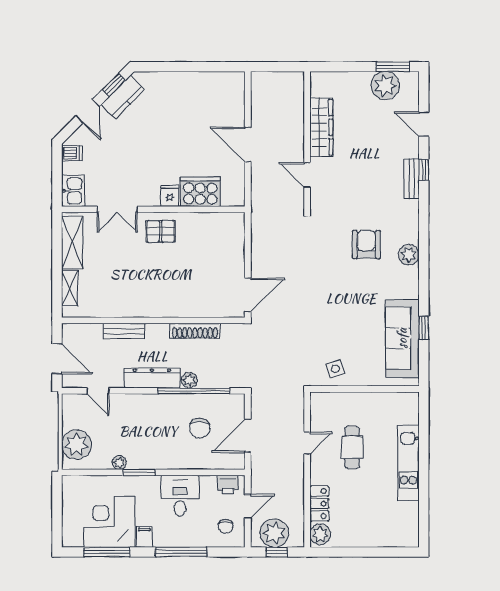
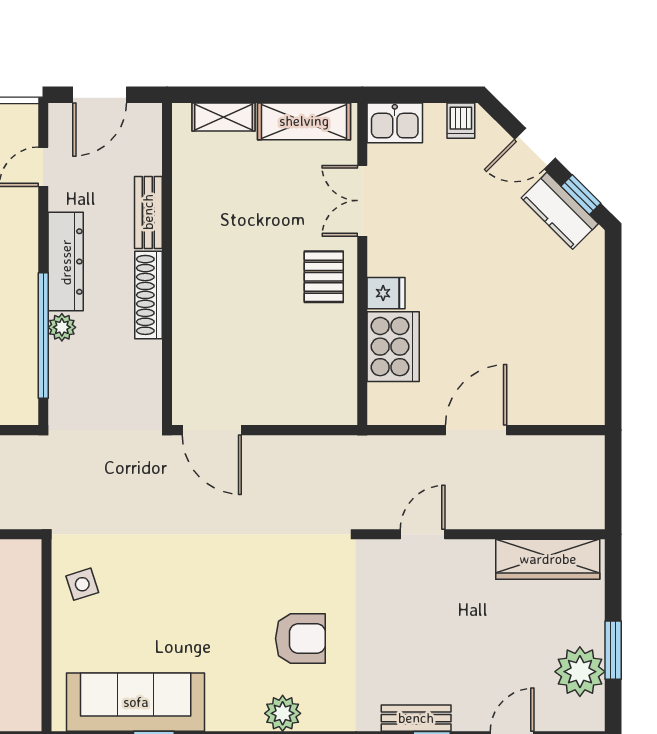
window: (393, 67) -> (613, 650), moved
wardrobe: (321, 127) -> (548, 559), moved
shoe rack: (195, 331) -> (149, 295), moved

